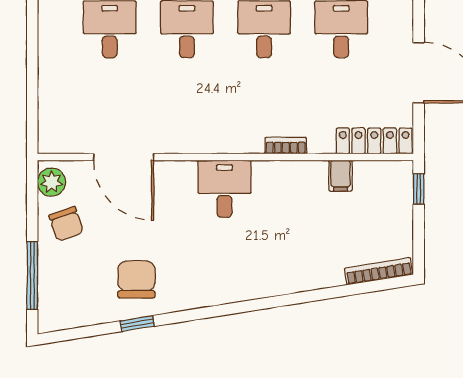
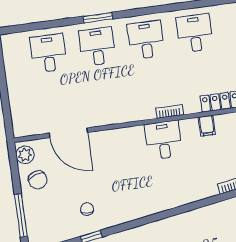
desk: (224, 189) -> (164, 140), moved
chair: (136, 280) -> (87, 209), width x0.54, depth x0.54

